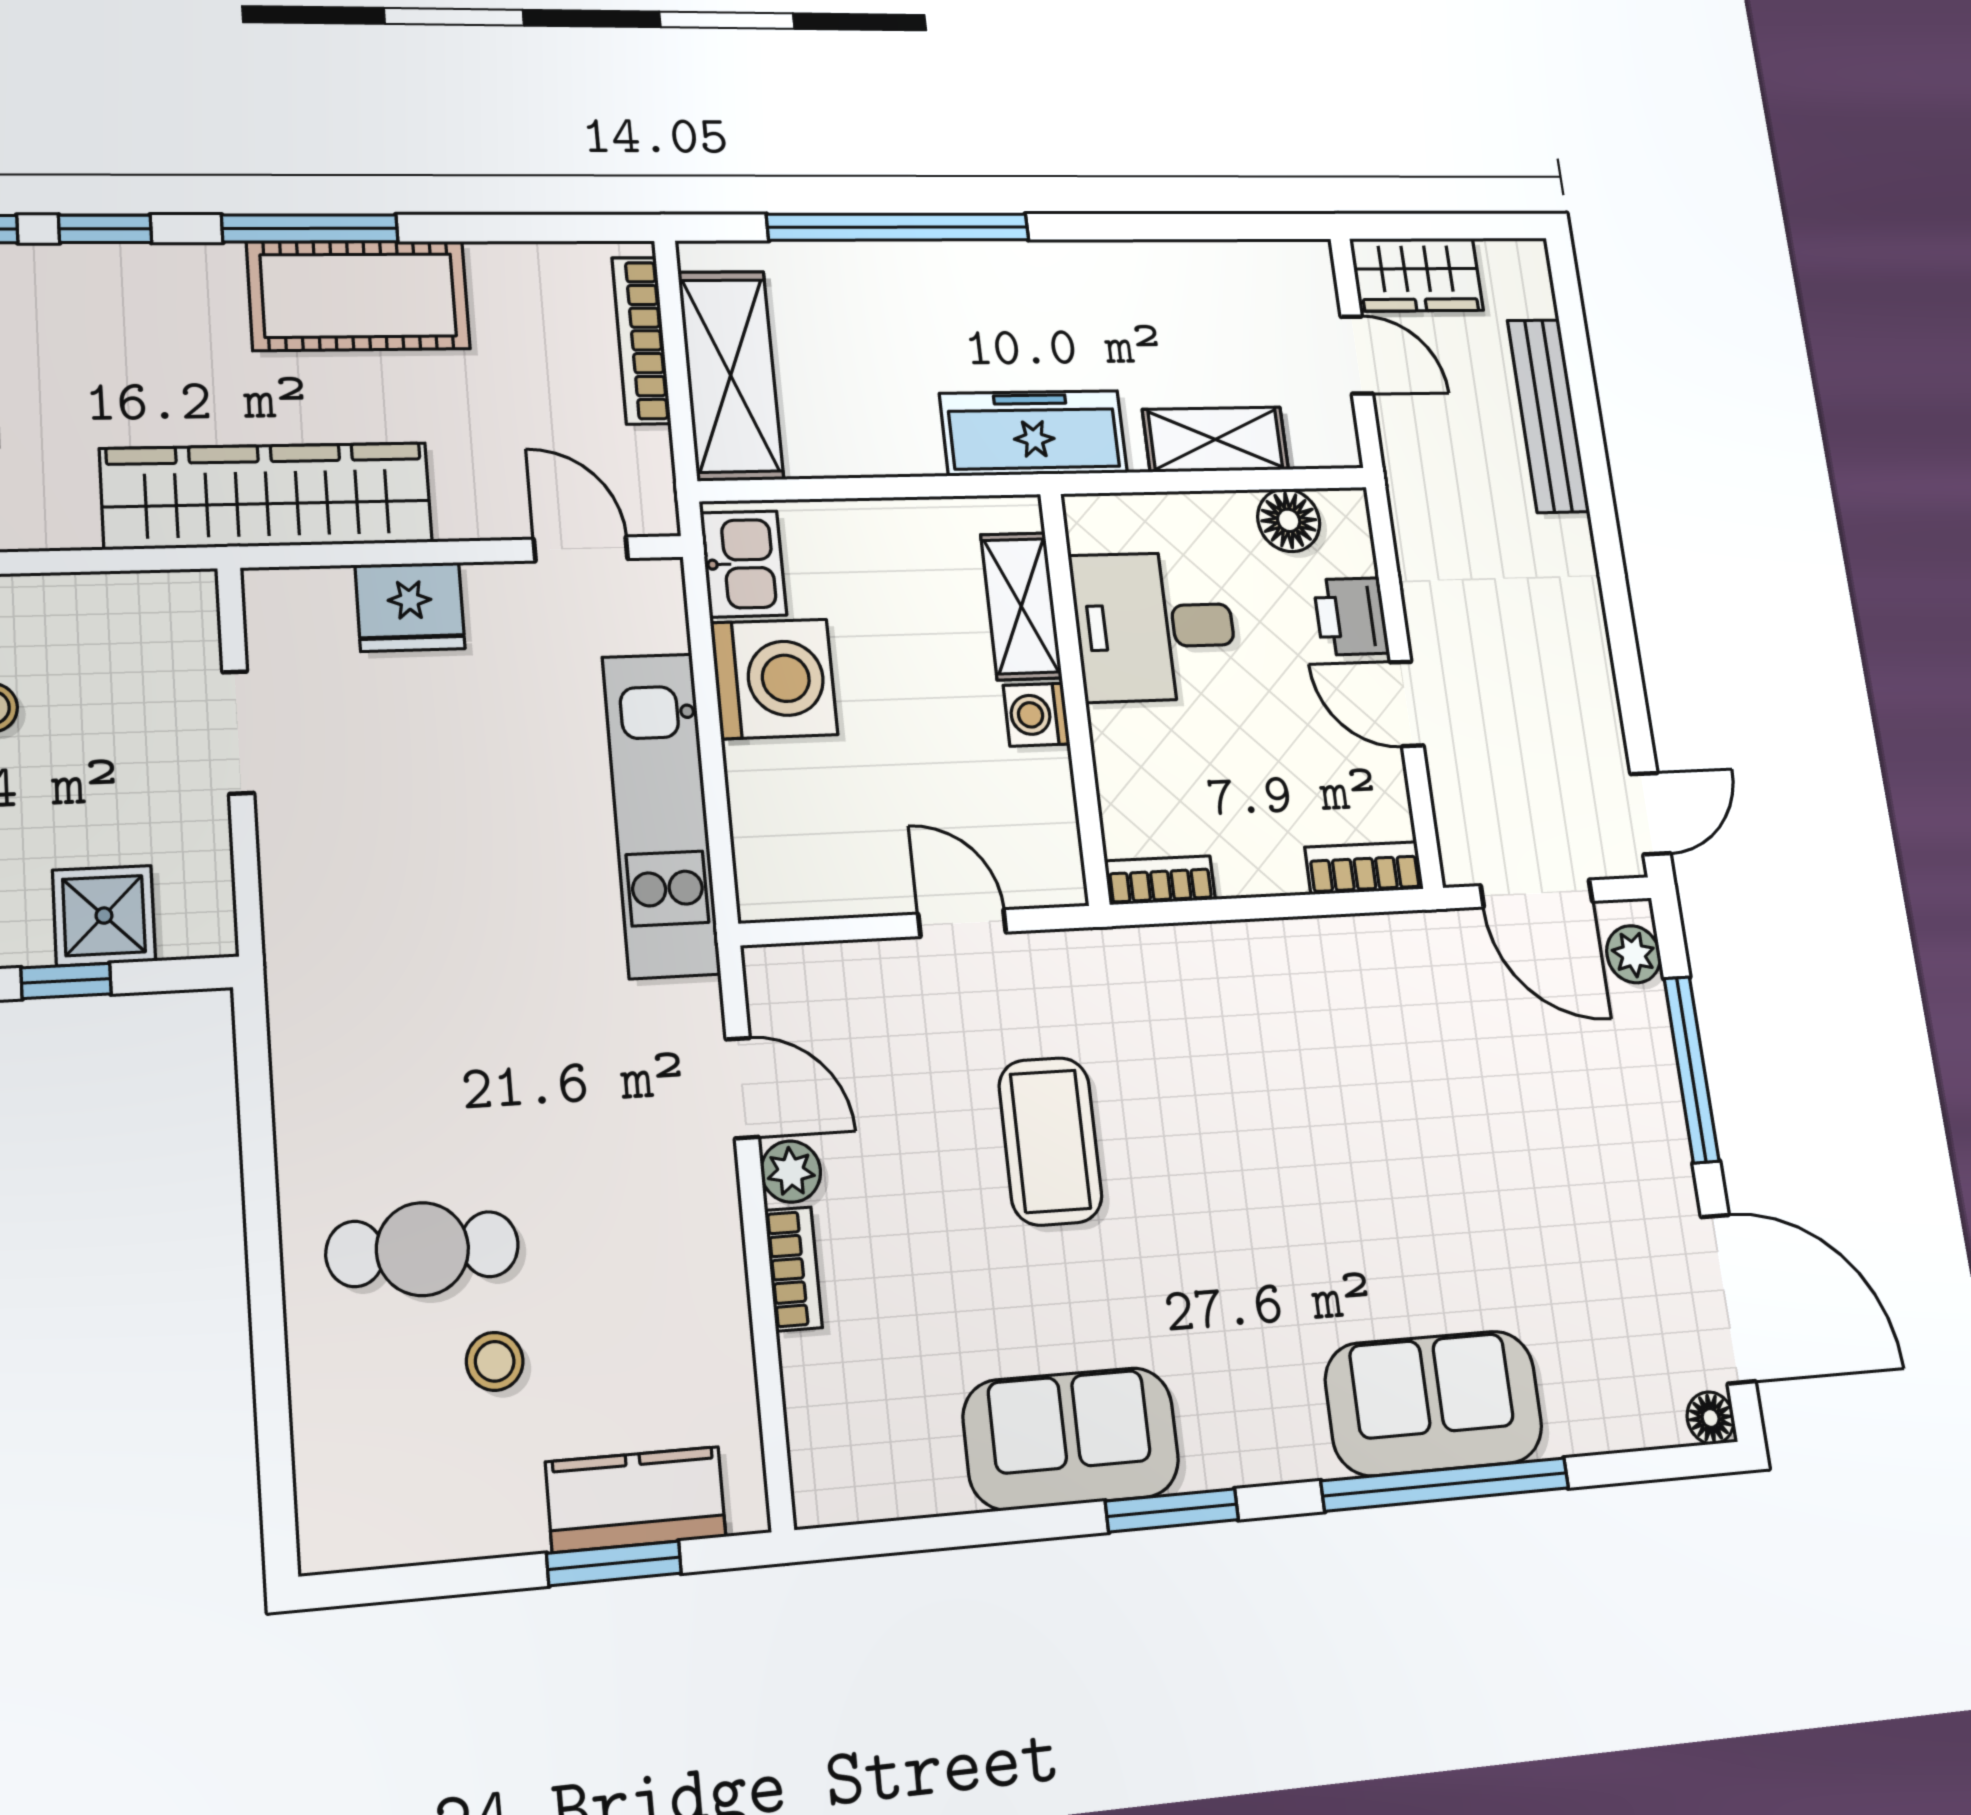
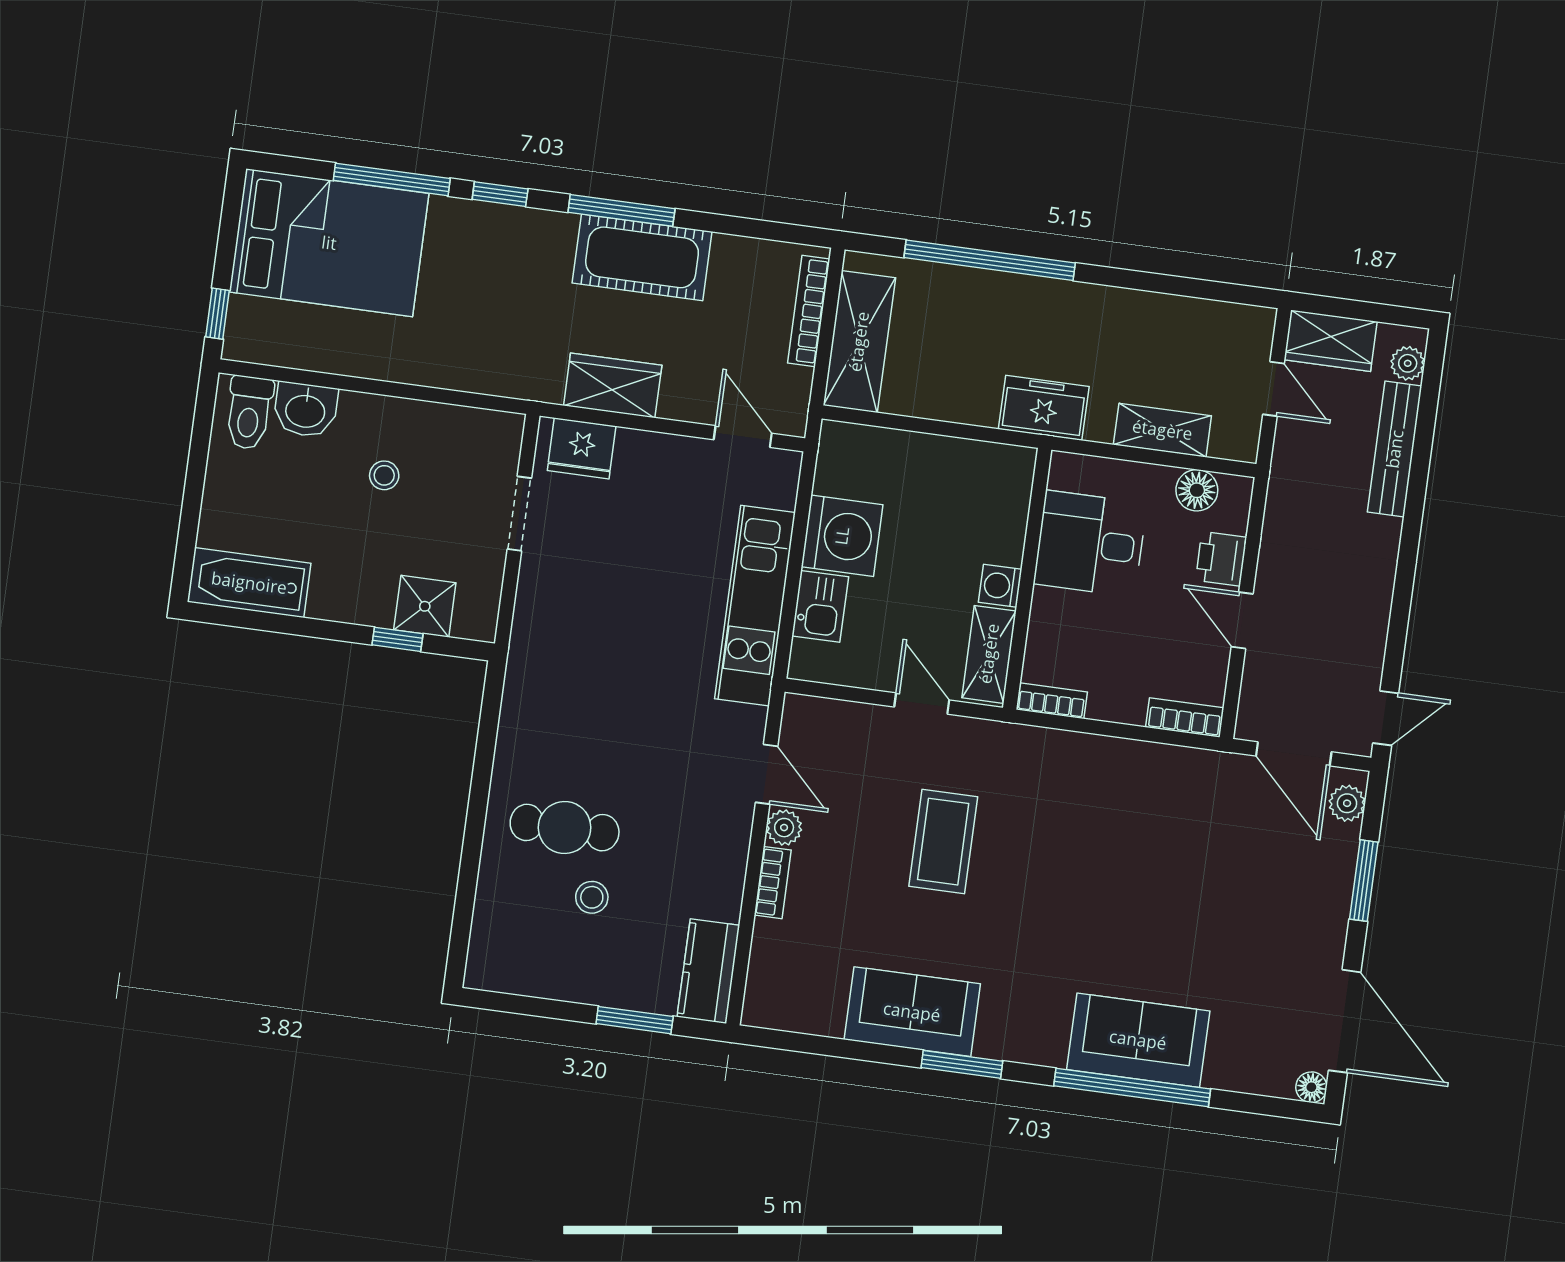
plant: (1531, 291) -> (1408, 363), added
freezer: (1034, 433) -> (1044, 408), width x0.71
wardrobe: (267, 496) -> (613, 385), width x0.48, depth x0.85
kitchen sink: (743, 564) -> (820, 606), moved
shelving: (1021, 606) -> (989, 654), moved
fridge: (410, 607) -> (582, 448), moved
window: (1691, 1069) -> (1364, 881), width x0.69
kitchen counter: (636, 1499) -> (708, 971), moved, turned -90

